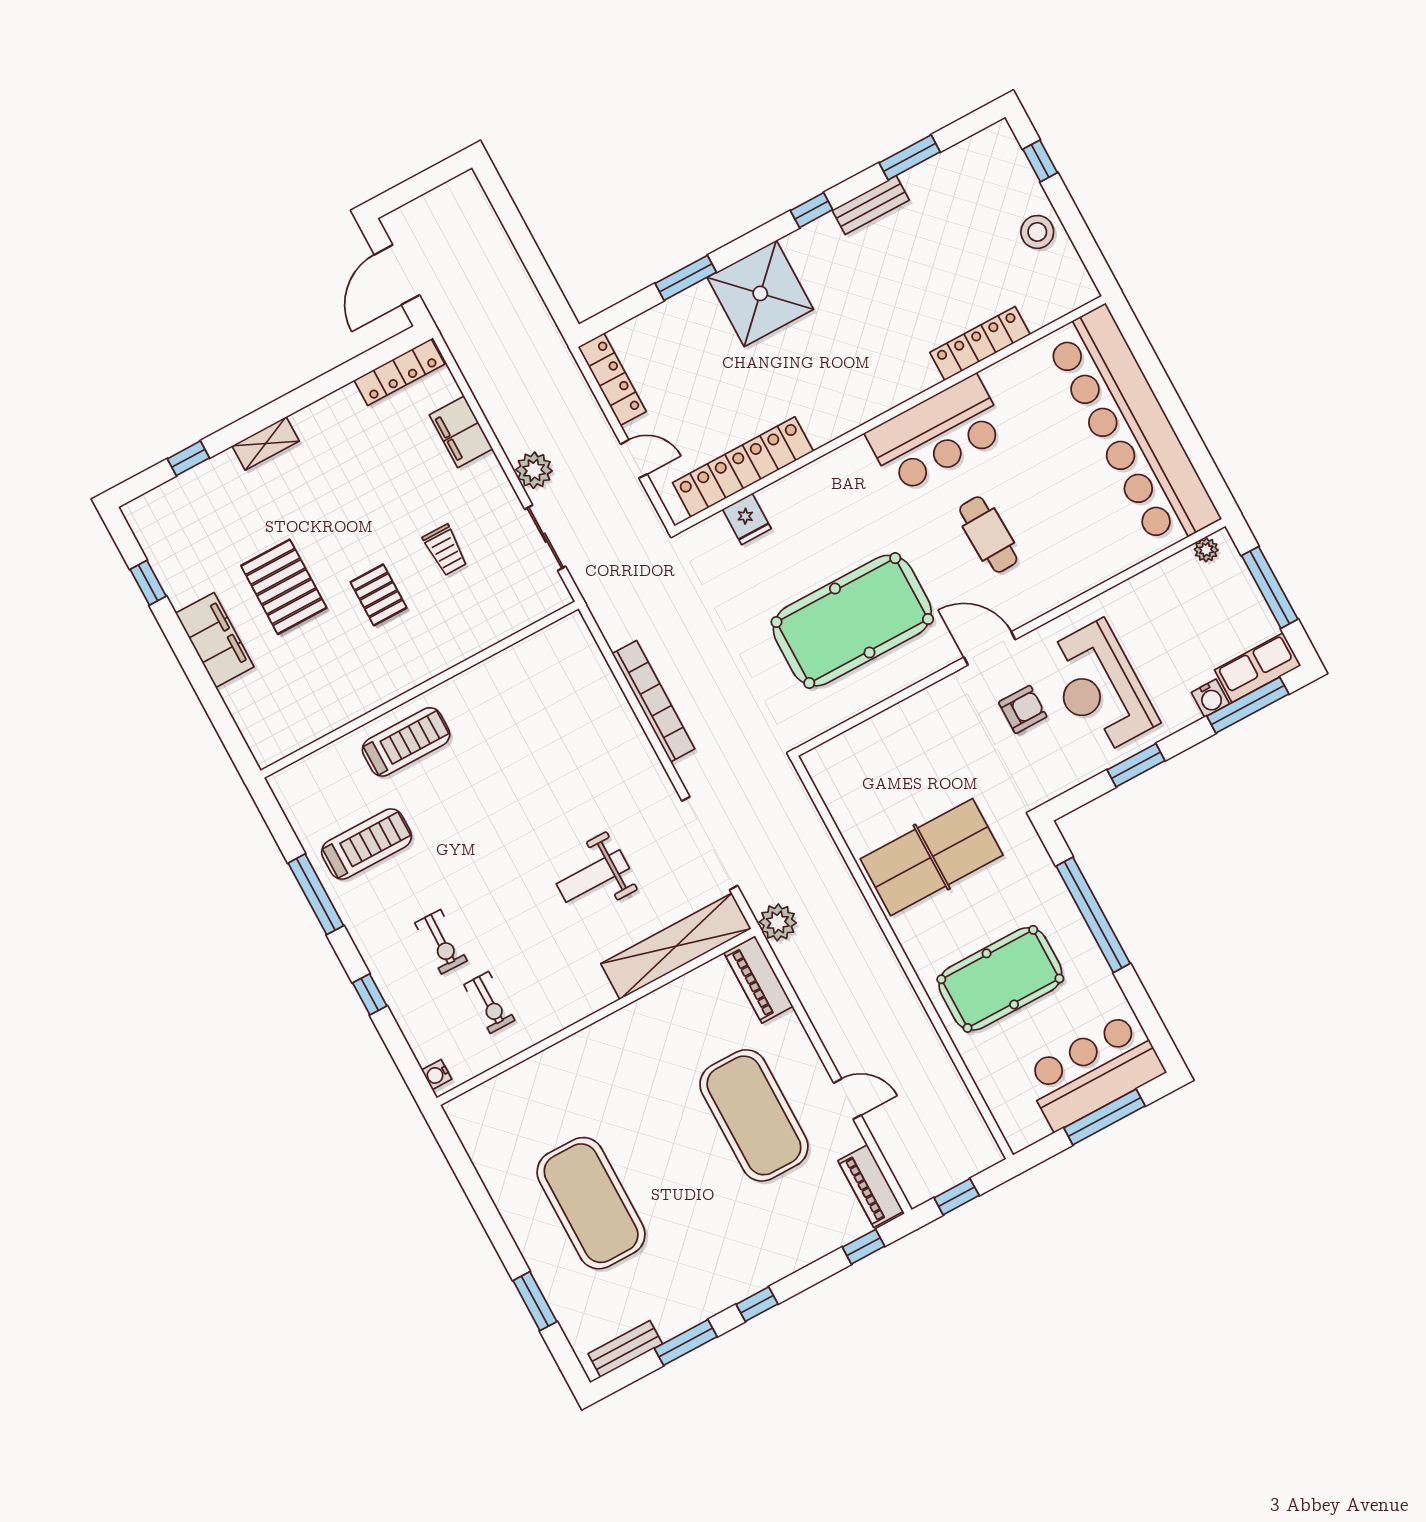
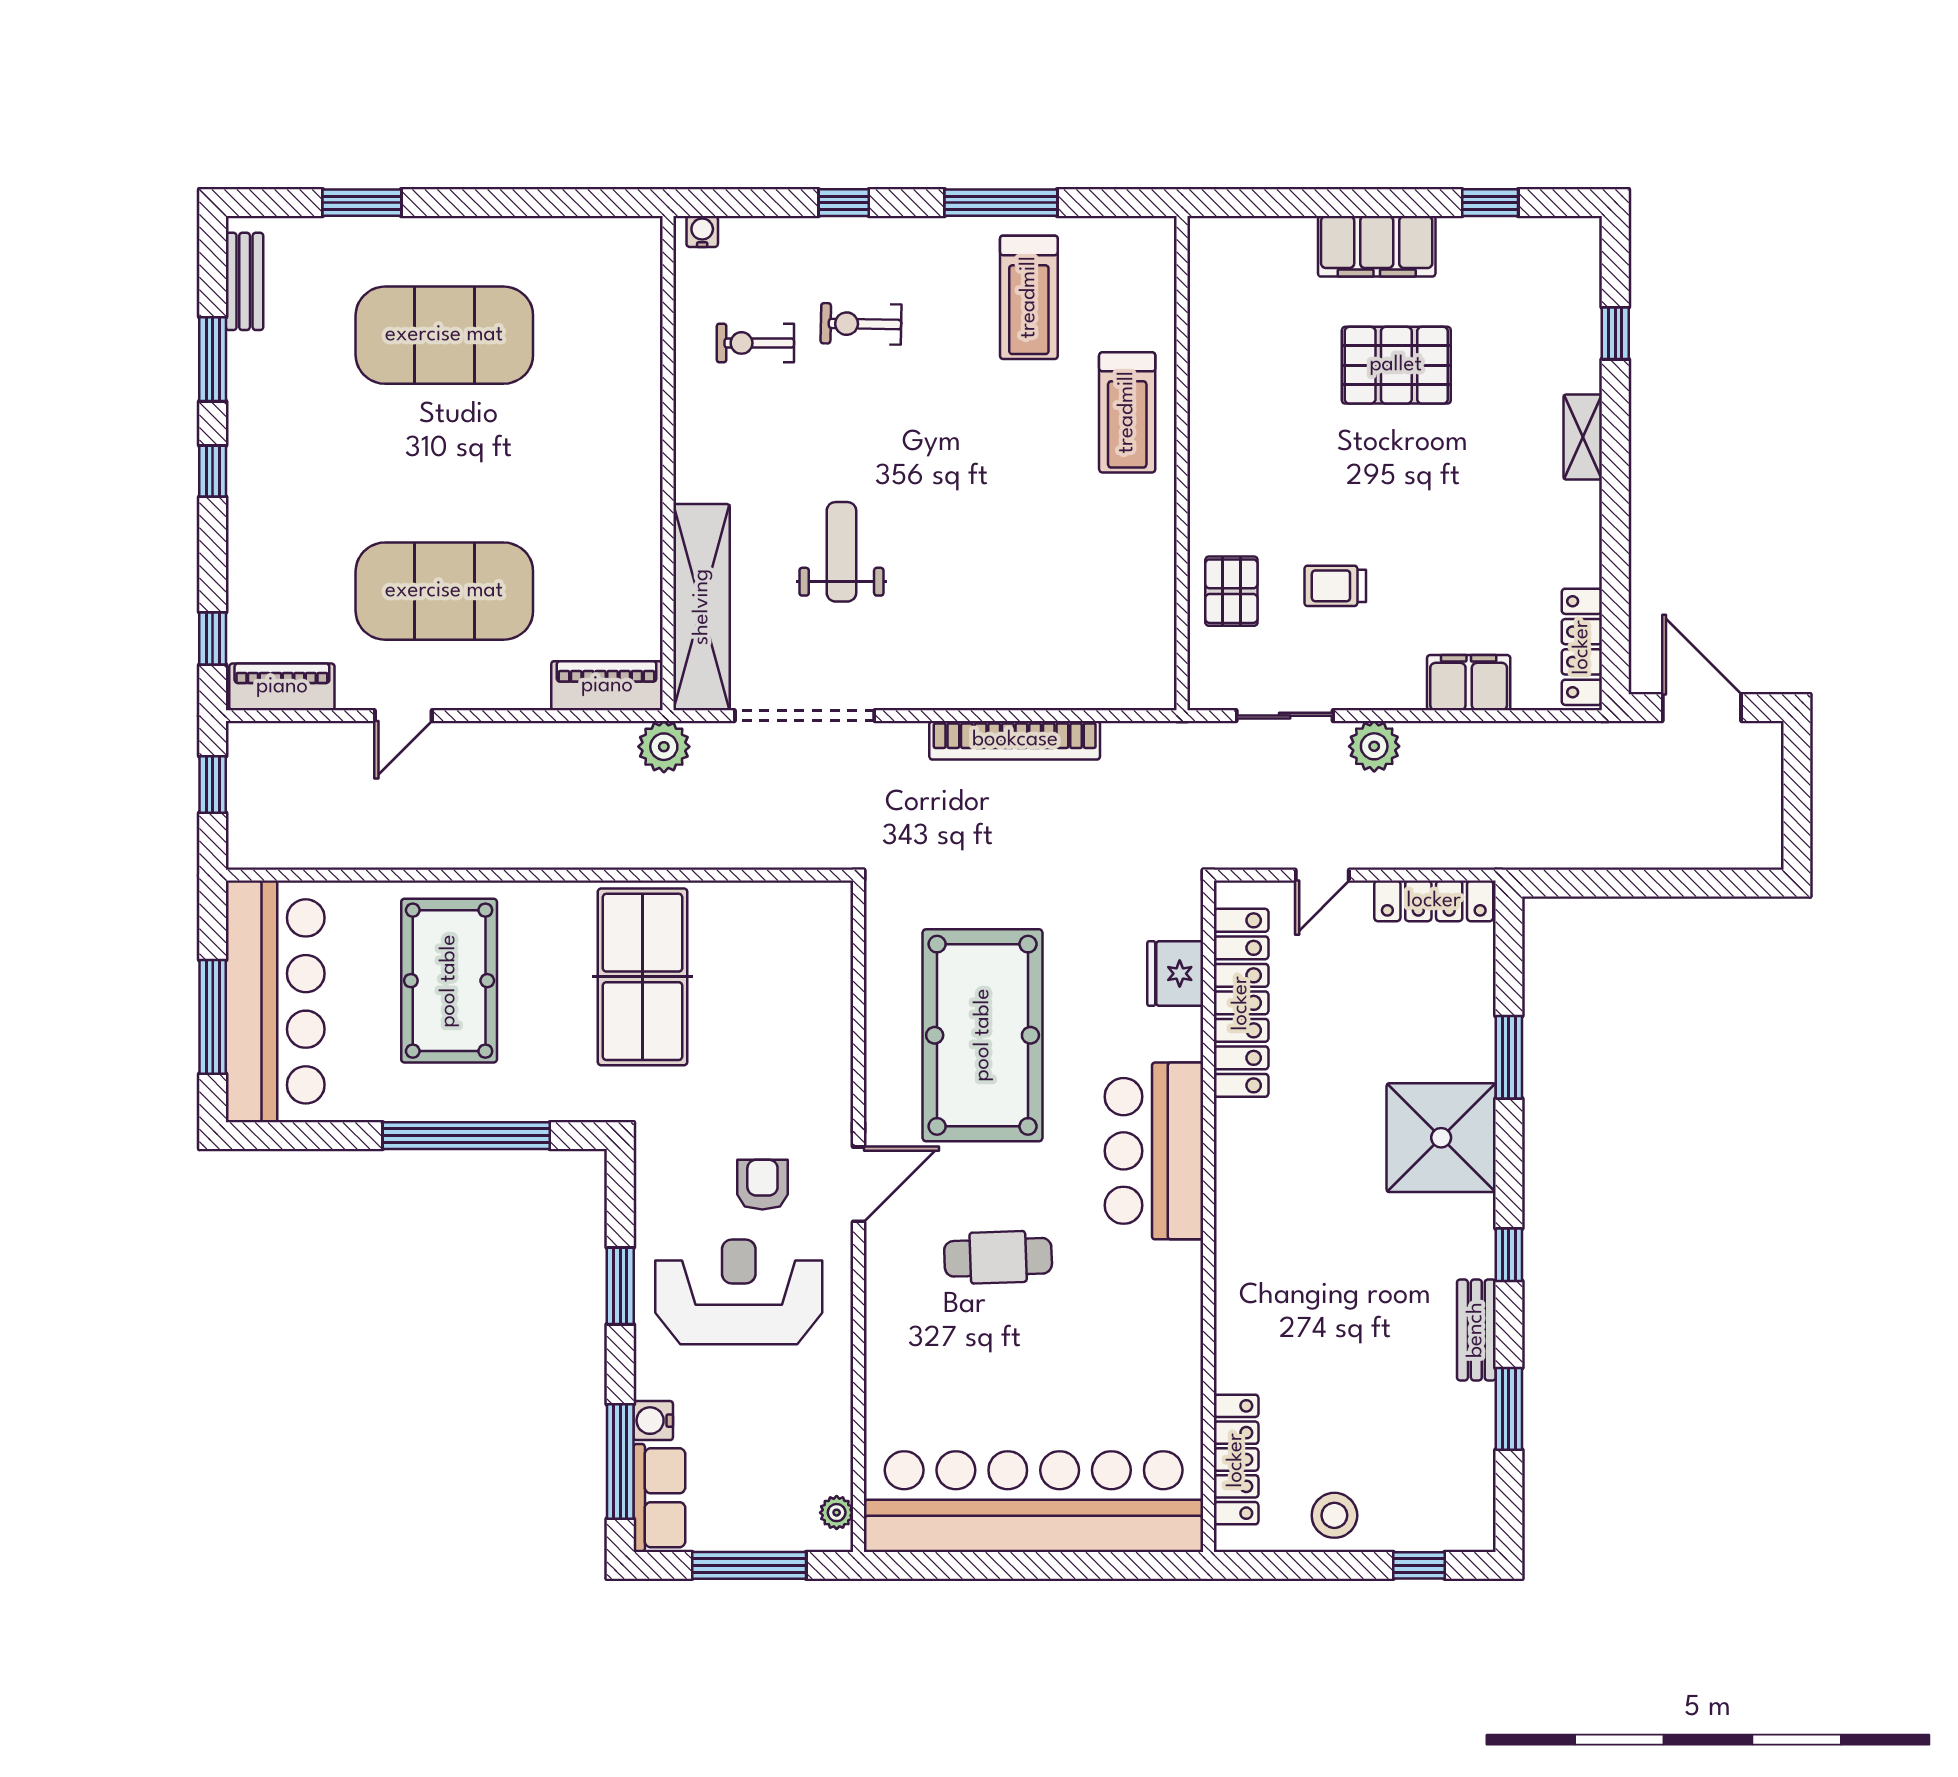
locker: (980, 343) -> (1236, 1460), moved
bar counter: (937, 434) -> (1154, 1151), moved
fridge: (747, 519) -> (1175, 974), width x1.38
pallet: (379, 595) -> (1231, 591), moved, turned 90
armchair: (1023, 709) -> (762, 1185), turned 180
bar counter: (1094, 1071) -> (275, 1001), width x1.36

